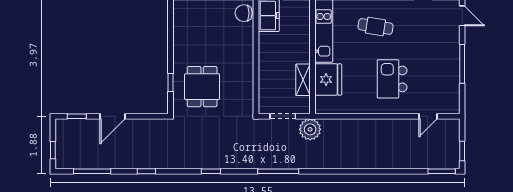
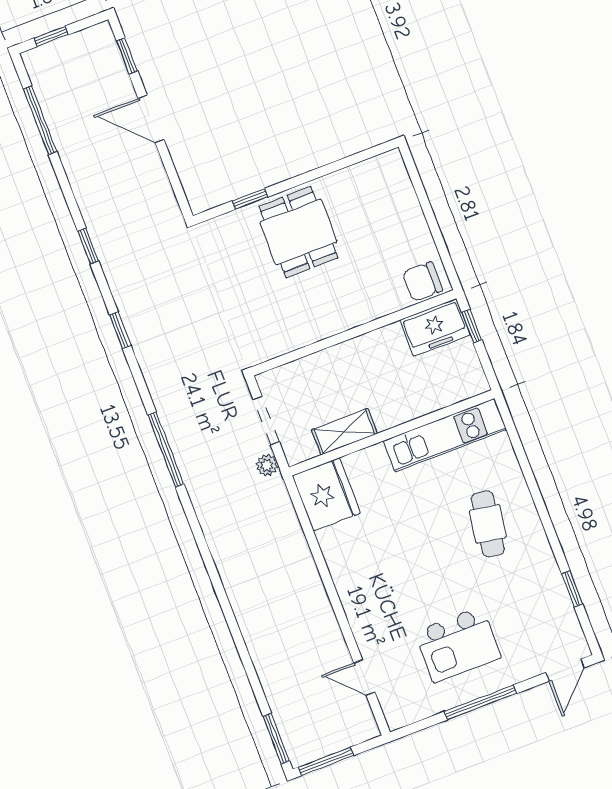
chair: (244, 13) -> (422, 281), turned -90
fridge: (328, 79) -> (326, 494), moved, turned -90
kitchen island: (392, 79) -> (458, 645), moved, turned 180
dining table: (202, 87) -> (298, 232), moved, turned 90
plant: (310, 129) -> (267, 465), width x0.53, depth x0.53
window: (462, 151) -> (326, 761), width x1.50
window: (146, 171) -> (88, 246), moved

